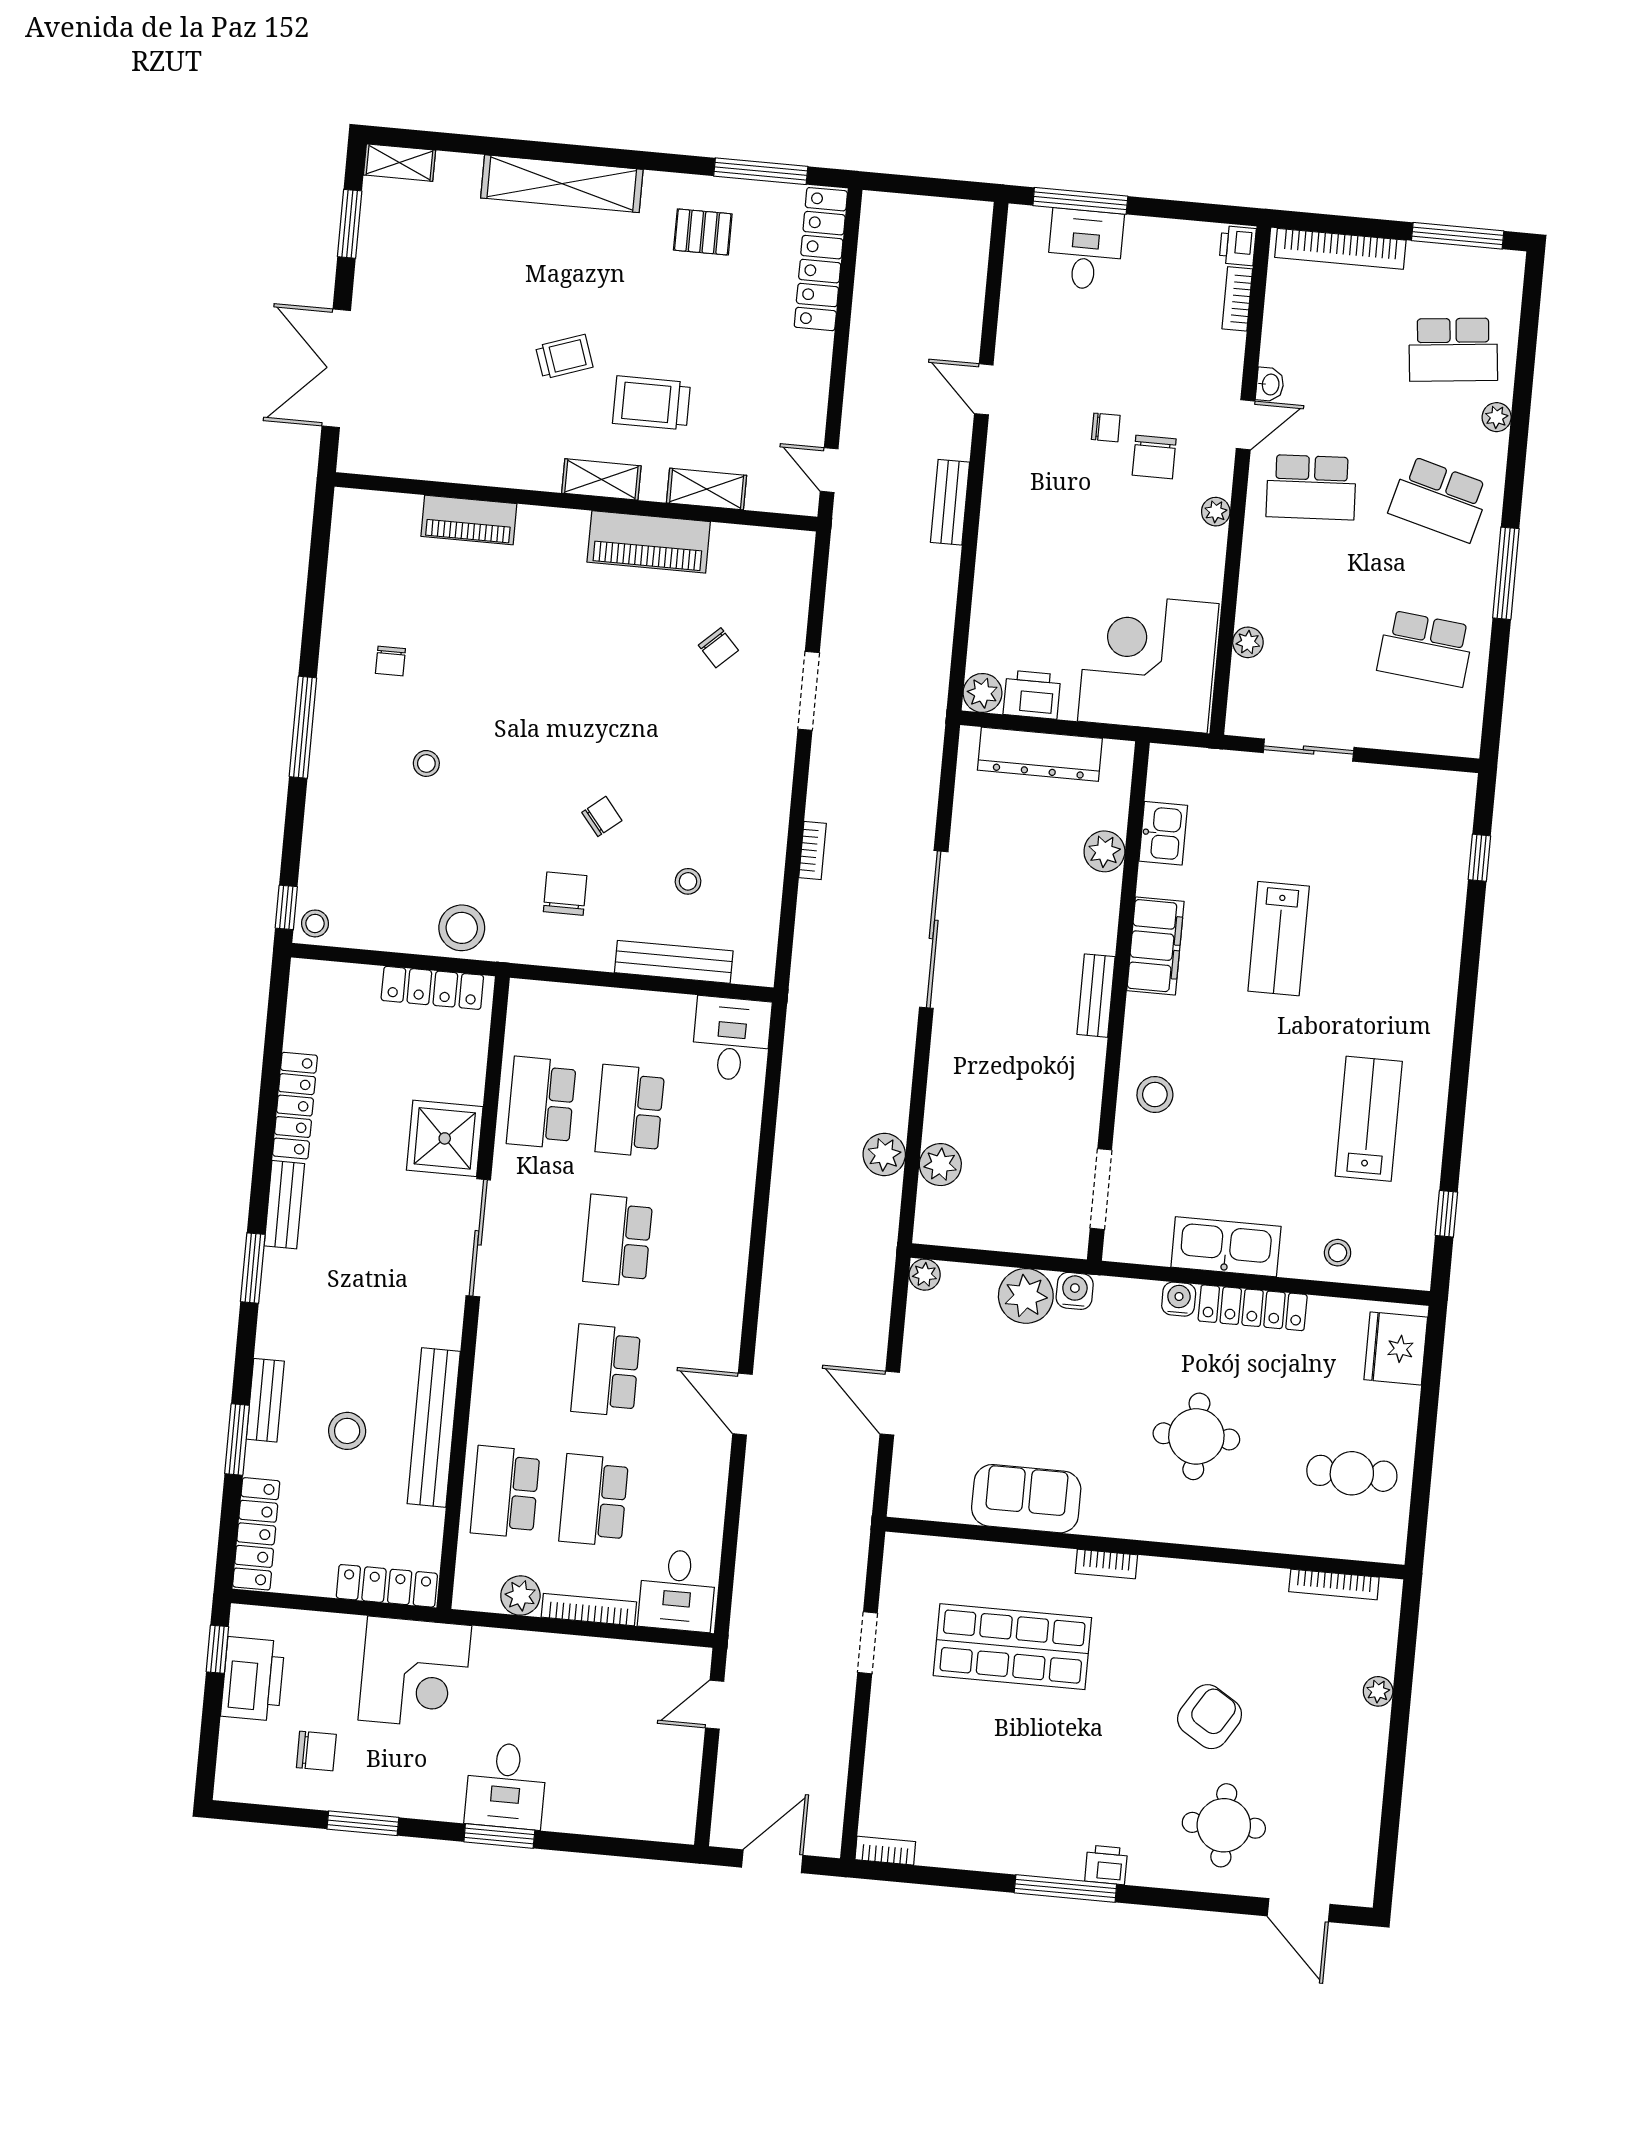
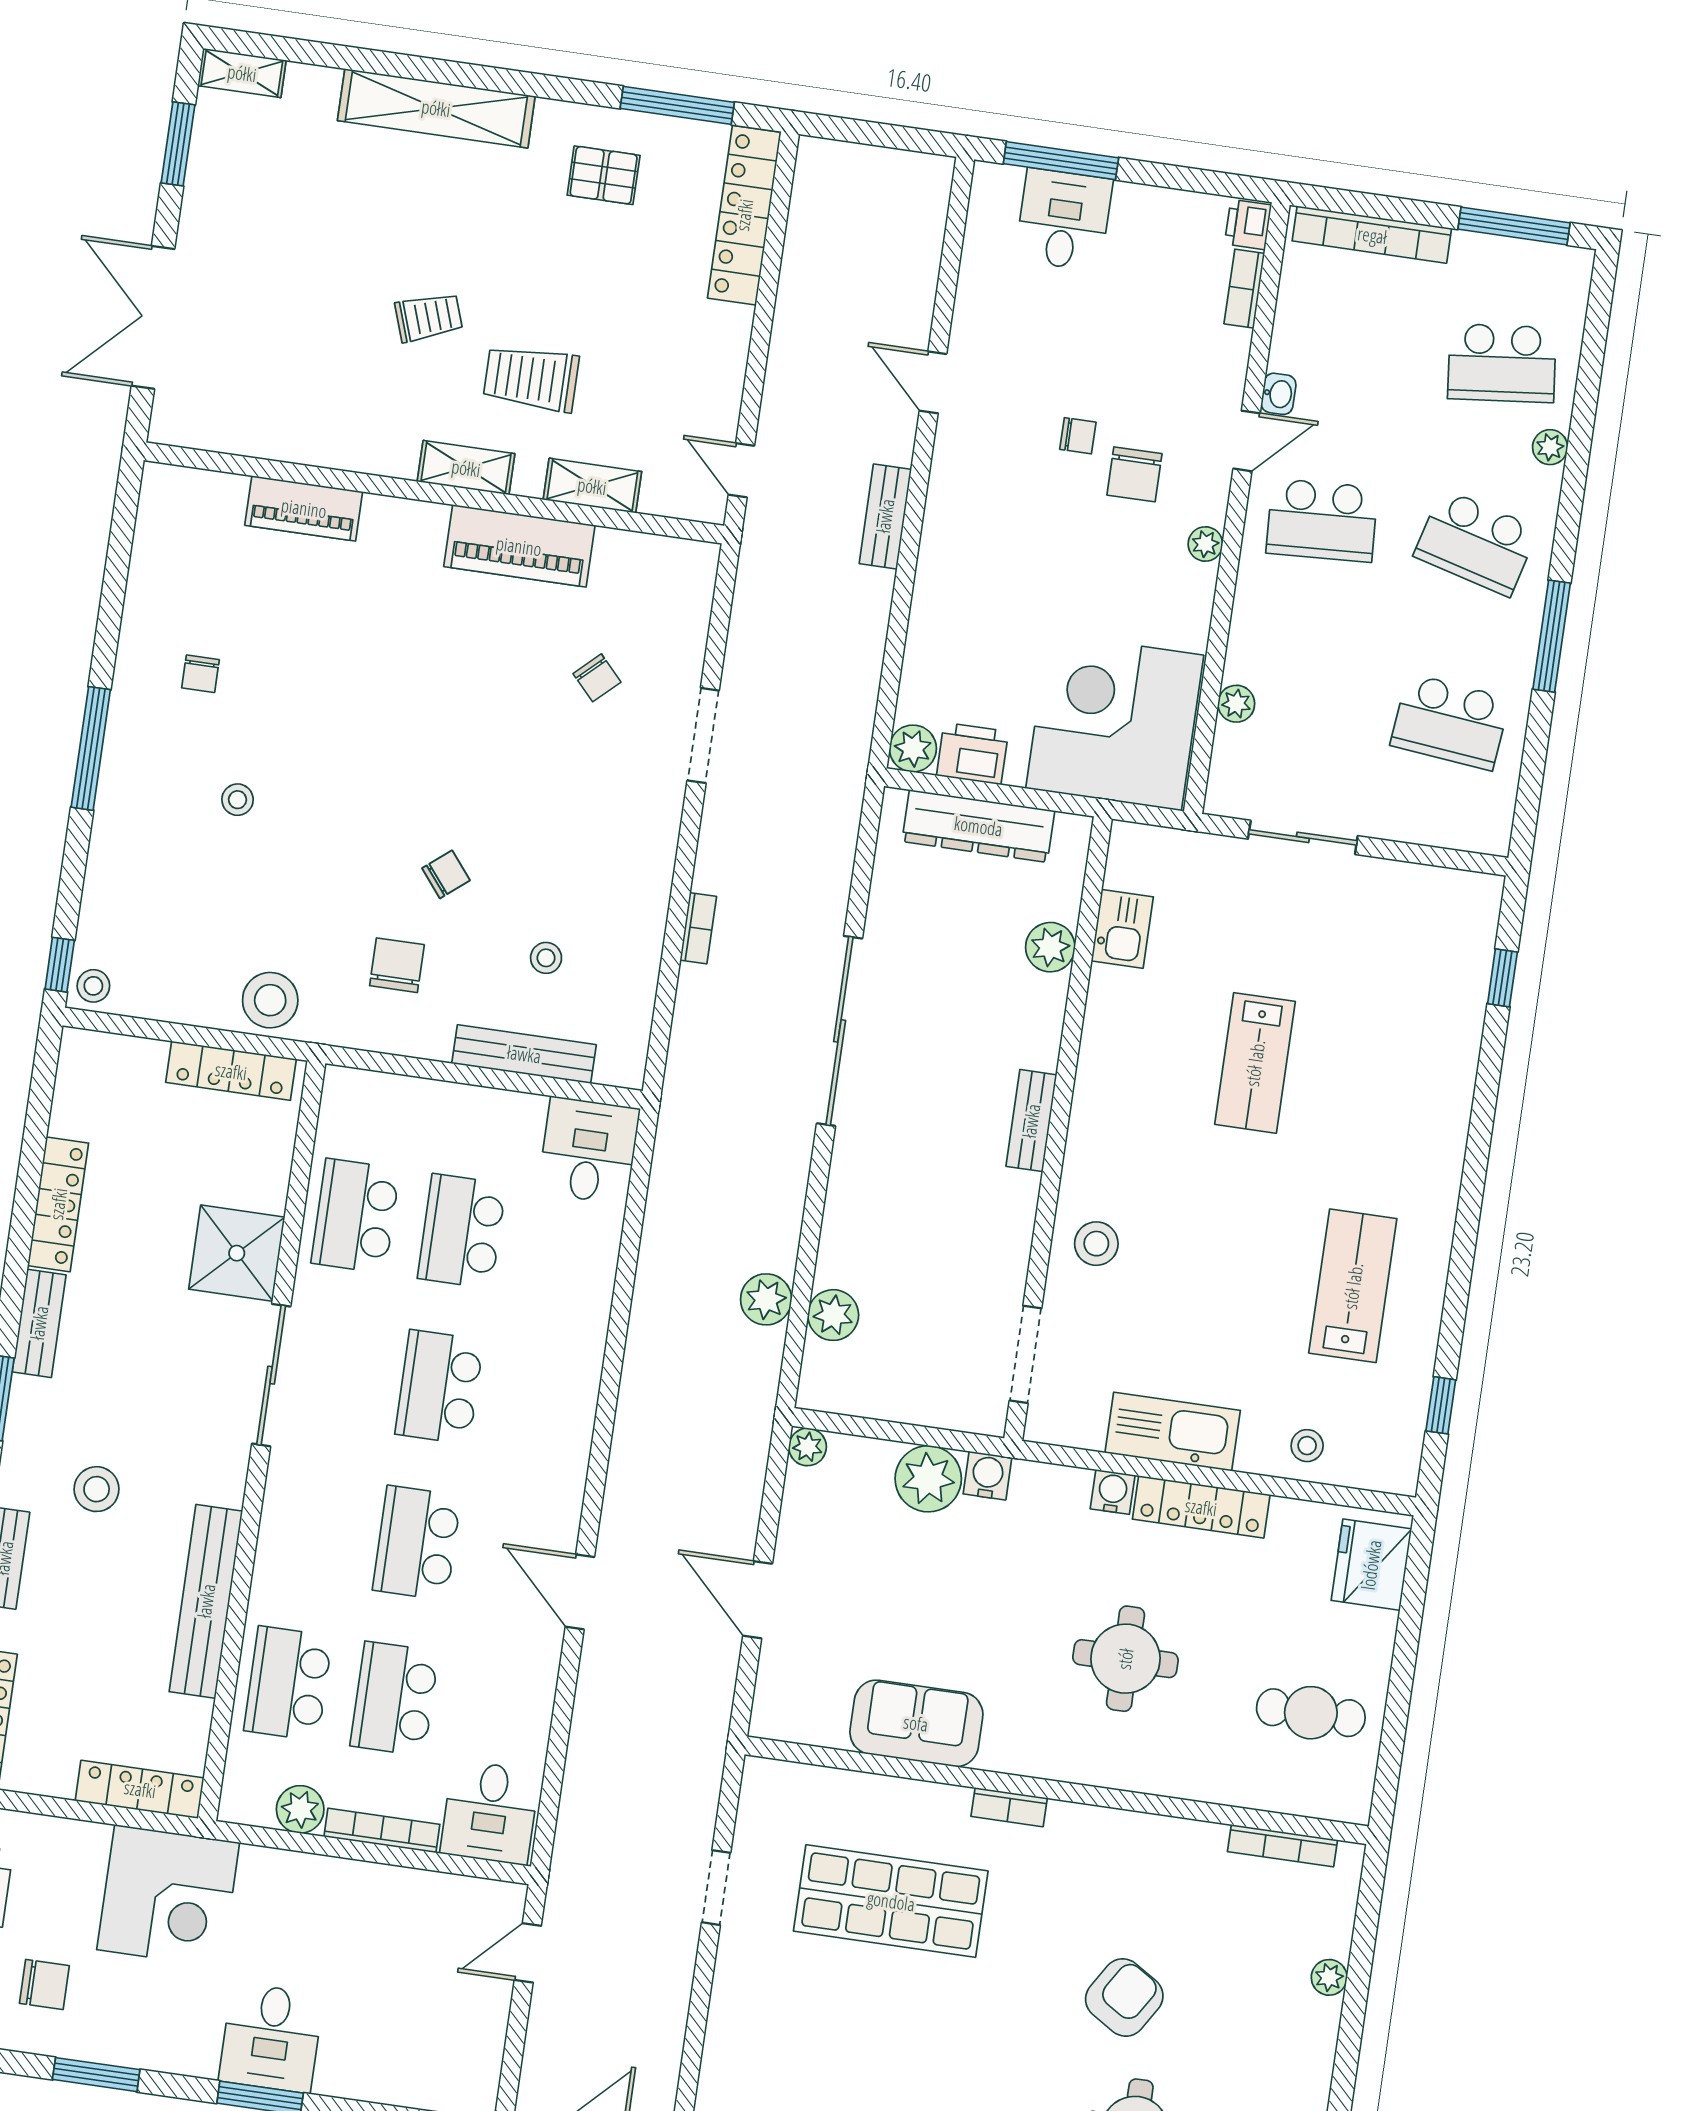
filing cabinet: (1155, 946) -> (1106, 1064), removed
stool: (347, 1431) -> (97, 1489), moved

